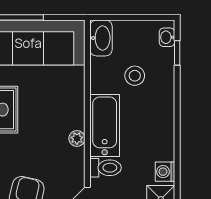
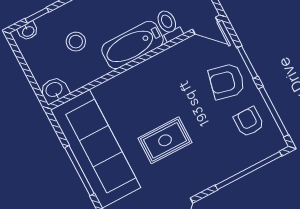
washbasin: (101, 38) -> (54, 90), width x0.72
plant: (77, 139) -> (156, 63), removed

